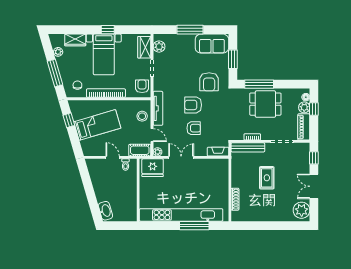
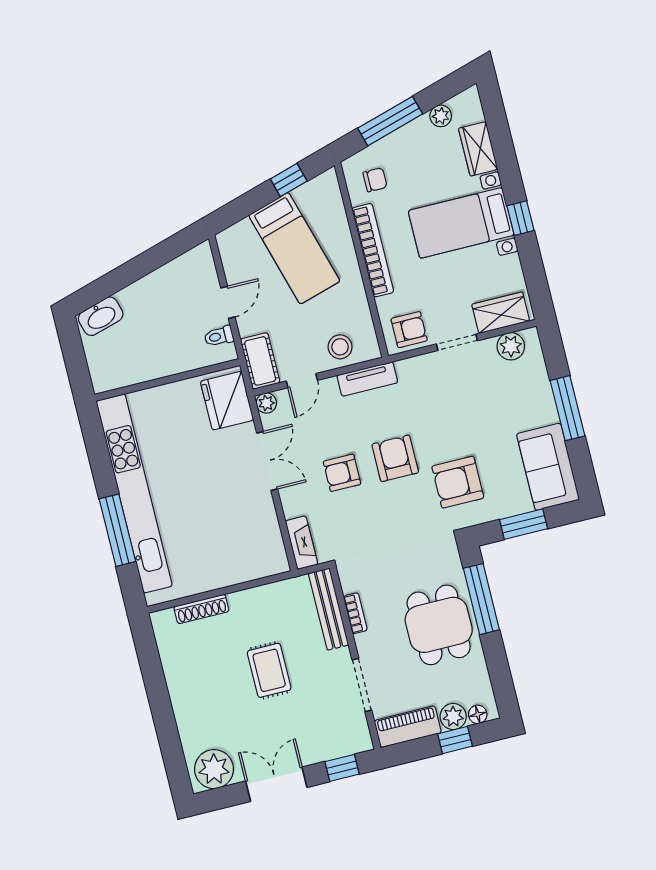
tv unit: (158, 108) -> (367, 379), width x0.71
armchair: (194, 128) -> (342, 473), turned 90
rug: (267, 178) -> (269, 670), turned 90

